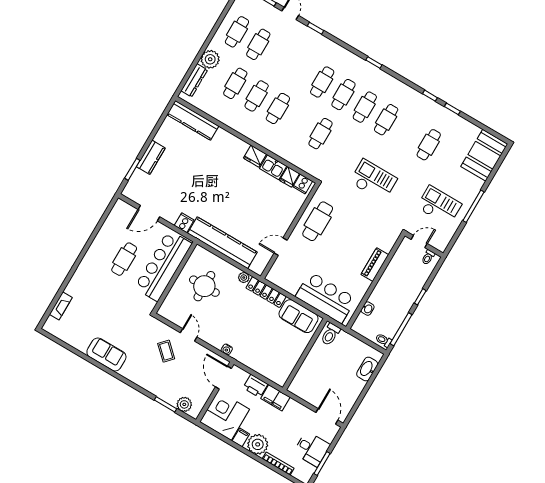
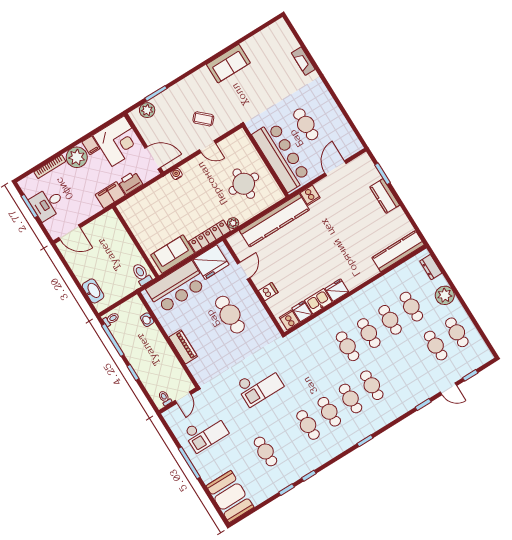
dresser: (194, 80) -> (431, 267), width x0.70
cafe table: (320, 134) -> (348, 346), moved
dishwasher: (288, 215) -> (268, 292), added
cafe table: (318, 221) -> (230, 315), moved
fridge: (288, 279) -> (211, 262), added
fireplace: (61, 306) -> (303, 61), moved

